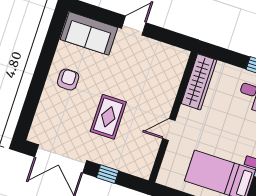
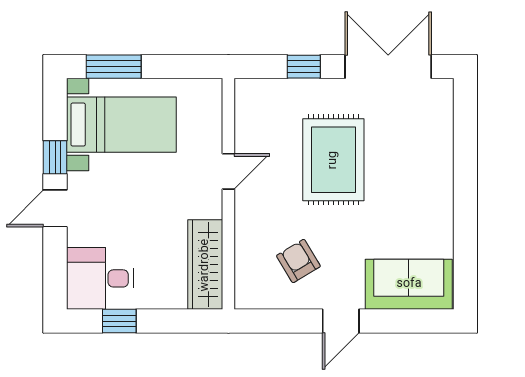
armchair: (68, 80) -> (298, 261), moved, turned 149
rug: (108, 117) -> (333, 160), width x1.36, depth x1.43

